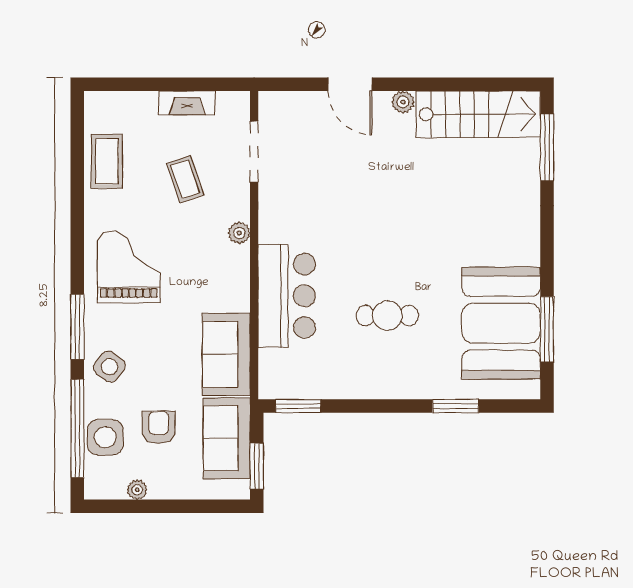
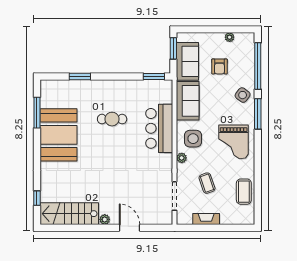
window: (547, 147) -> (37, 198), width x0.46
booth: (501, 323) -> (59, 135), moved
side table: (105, 437) -> (193, 139), moved

